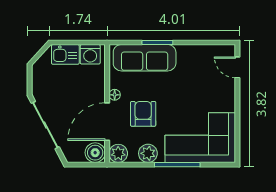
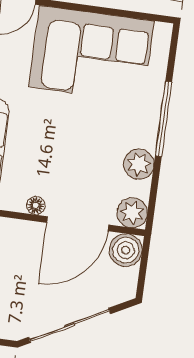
armchair: (143, 114) -> (73, 163), removed
door: (107, 122) -> (78, 224), hinge flipped
corner sofa: (200, 138) -> (91, 54), moved, turned -90

